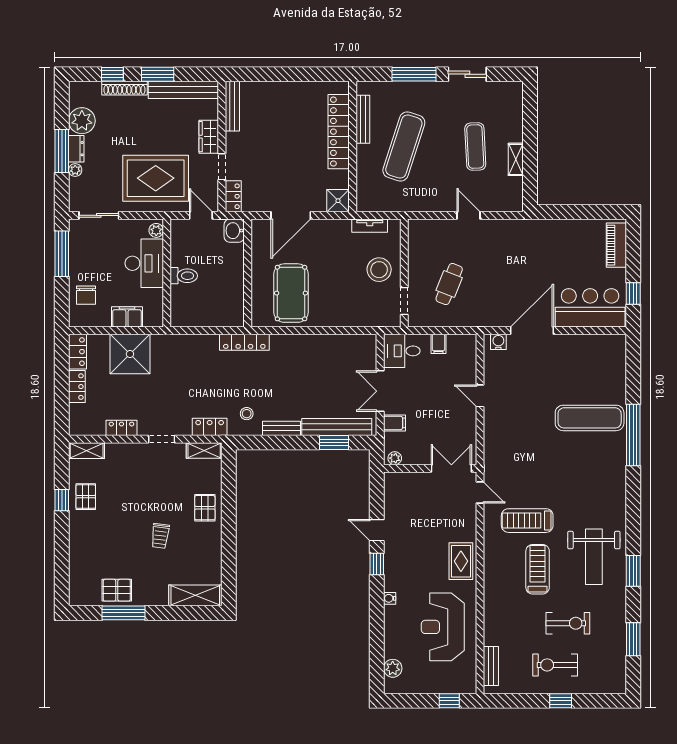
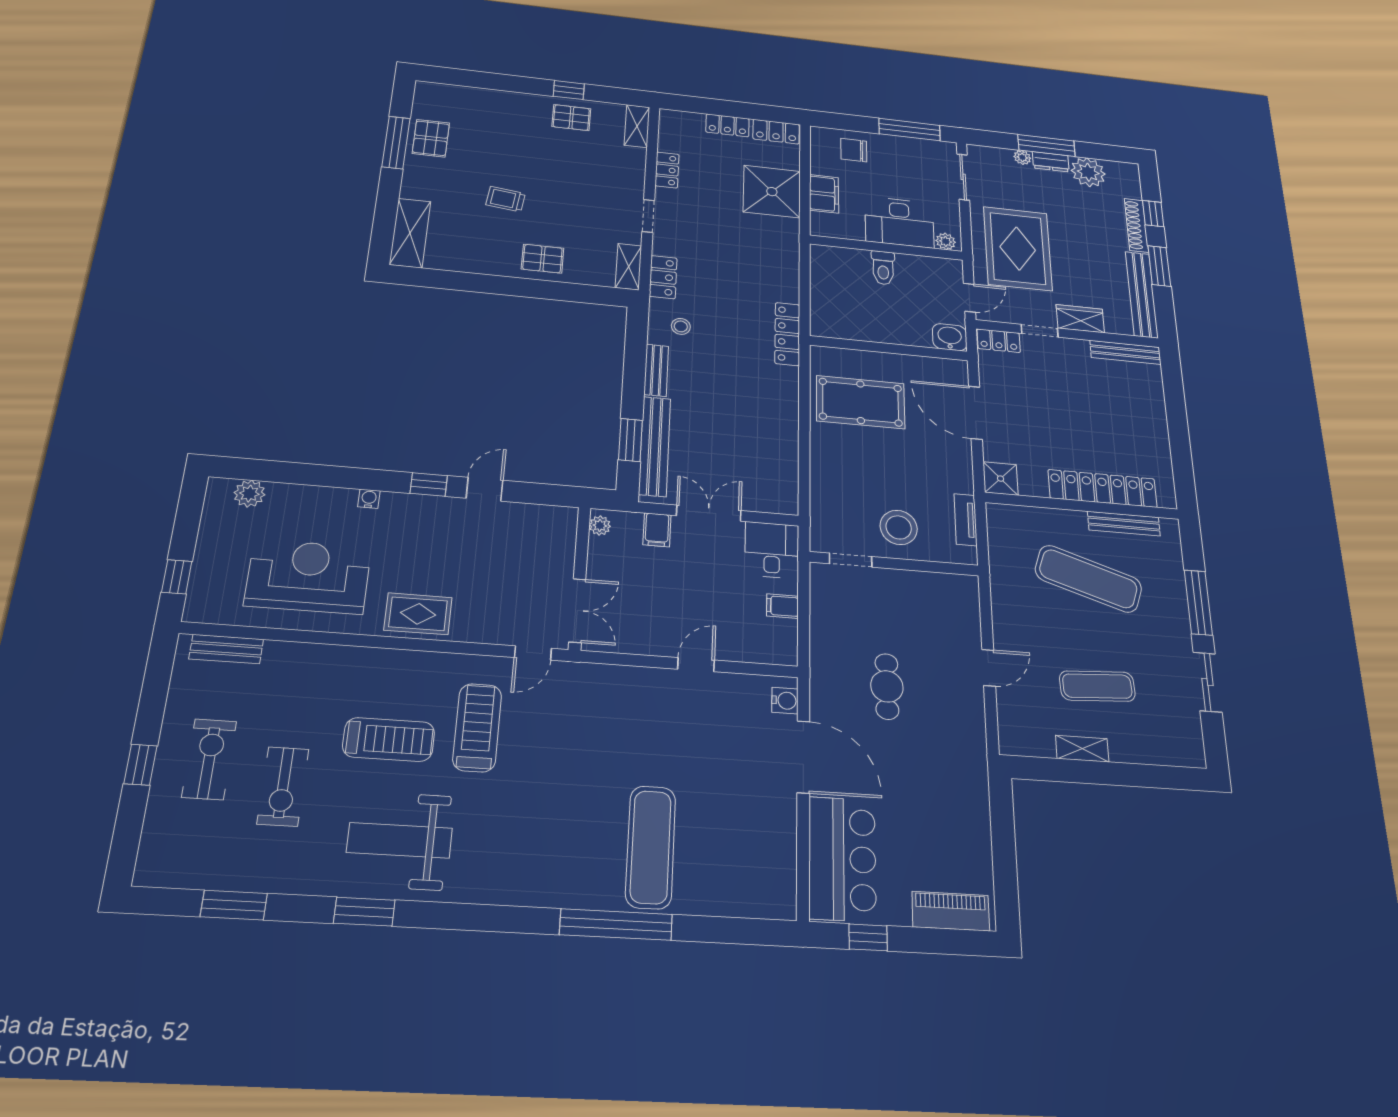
cafe table: (449, 284) -> (887, 686), moved, turned 68

